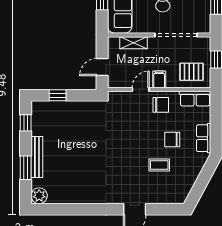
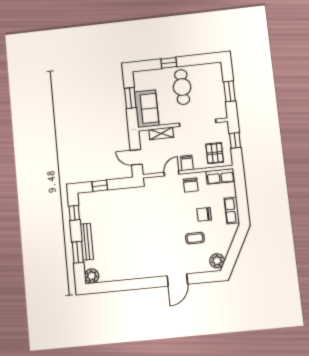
door: (102, 67) -> (136, 157), hinge flipped
pallet: (192, 72) -> (215, 153), turned 90
chair: (161, 105) -> (191, 185), turned 90
plant: (181, 192) -> (217, 261), added

